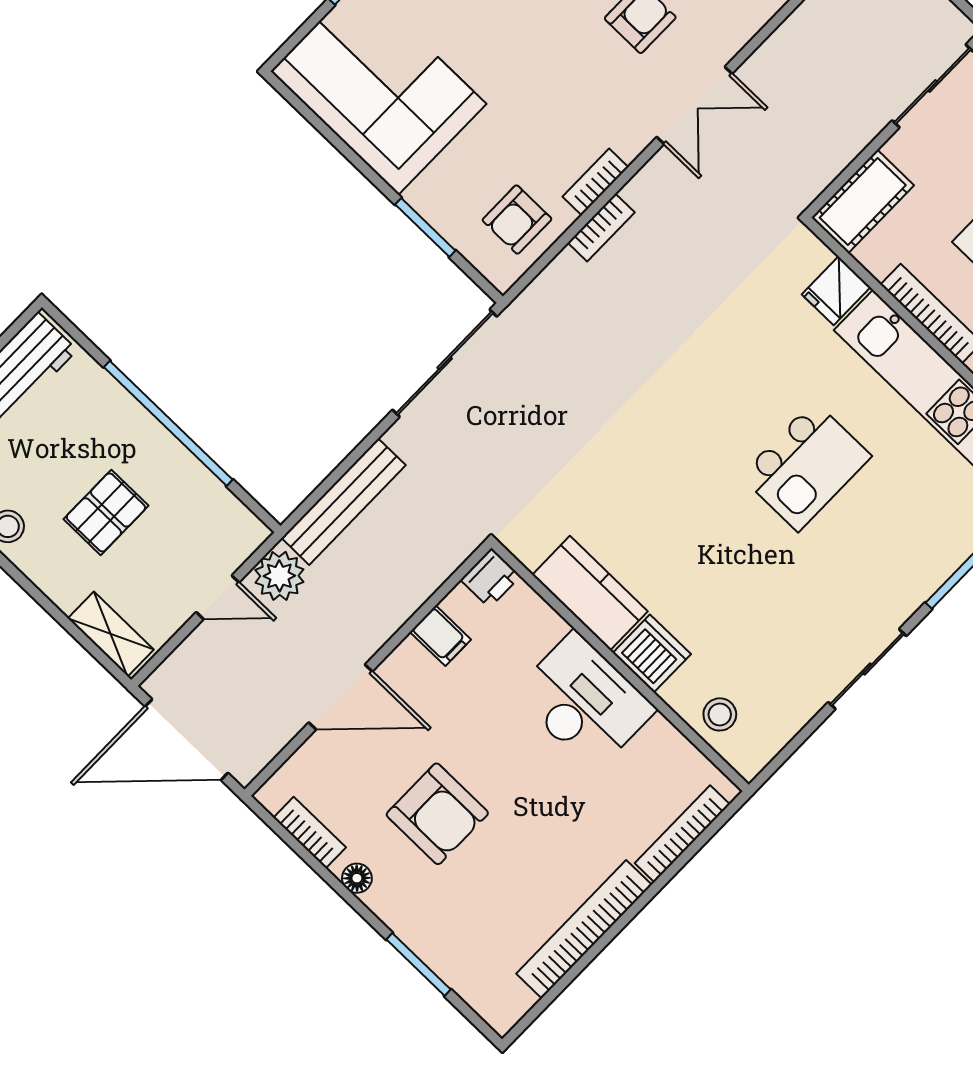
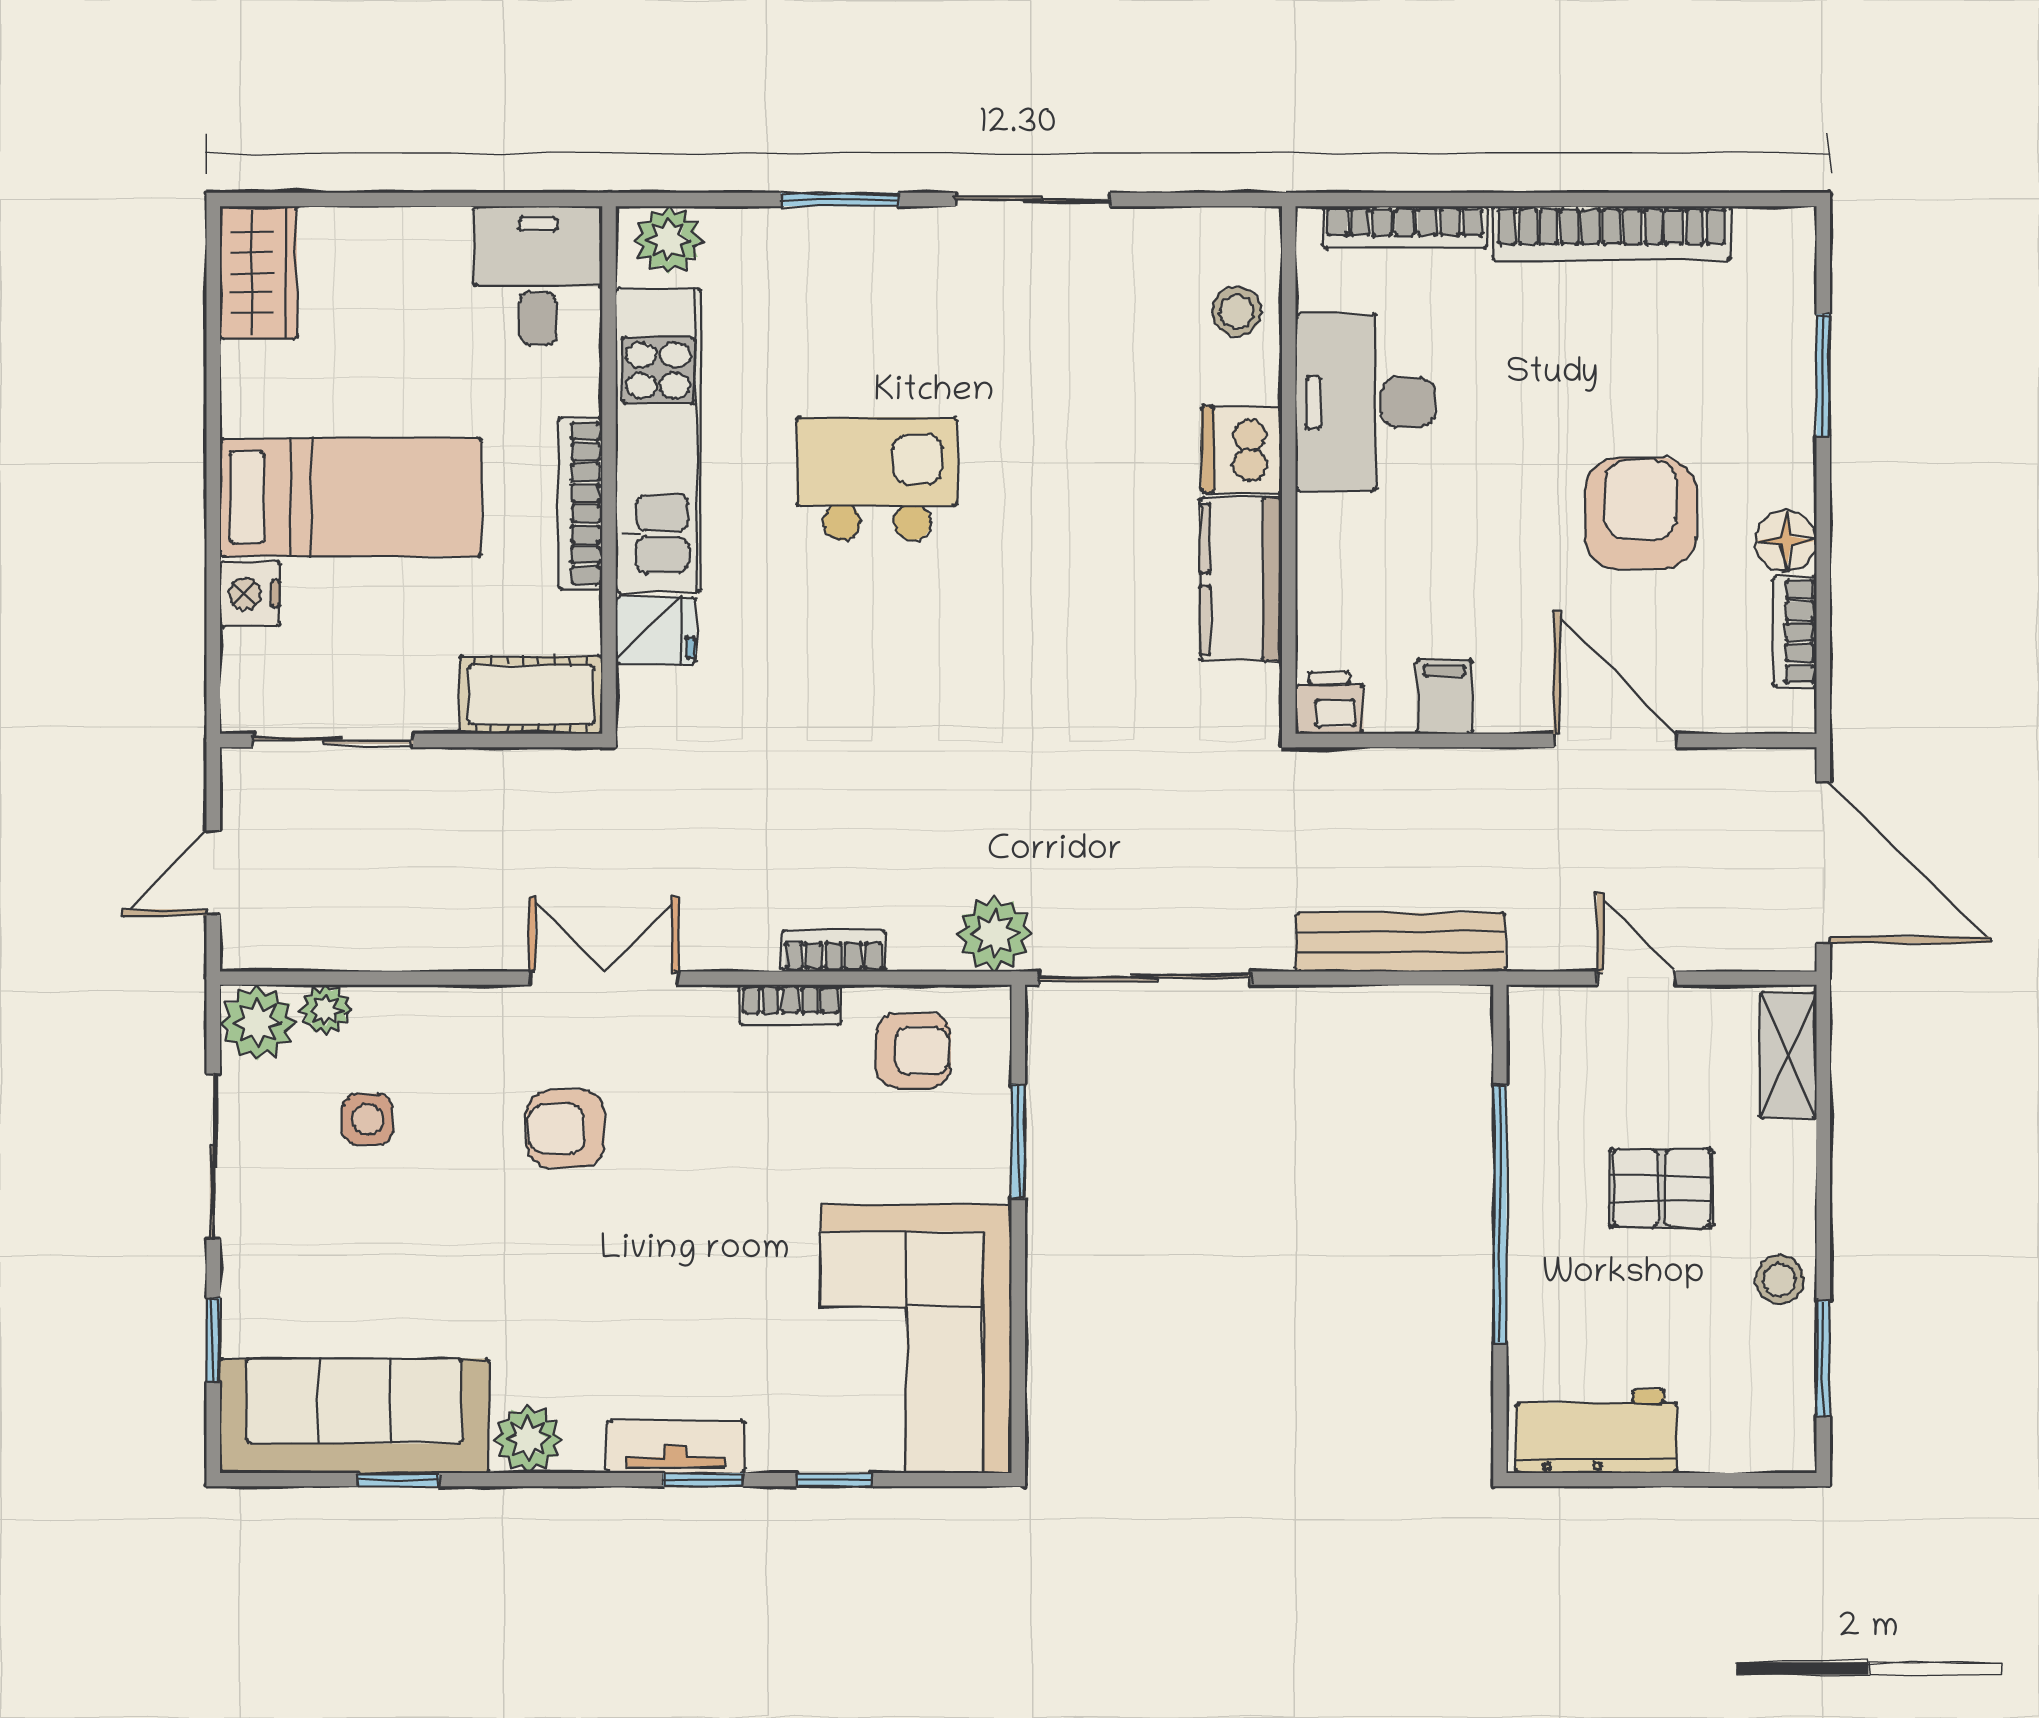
plant: (279, 576) -> (995, 934), moved
desk: (584, 702) -> (1365, 403), moved
floor lamp: (357, 878) -> (1786, 541), width x1.37, depth x1.37

